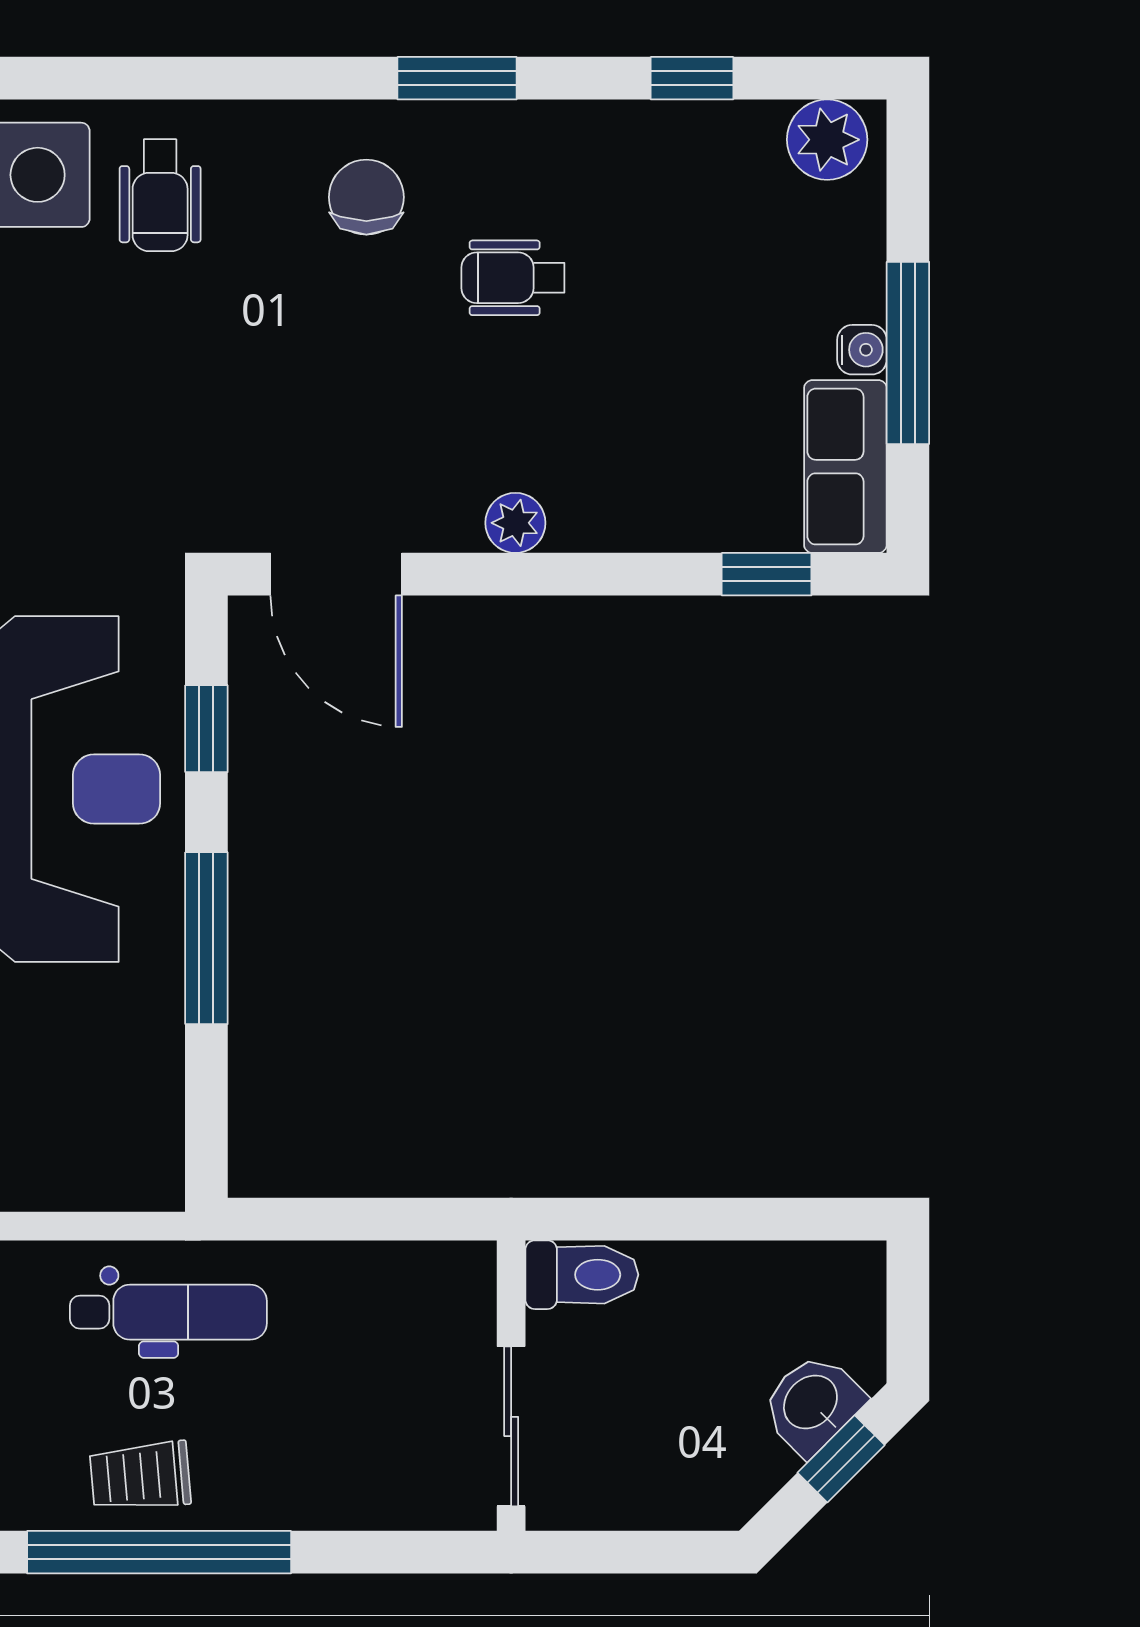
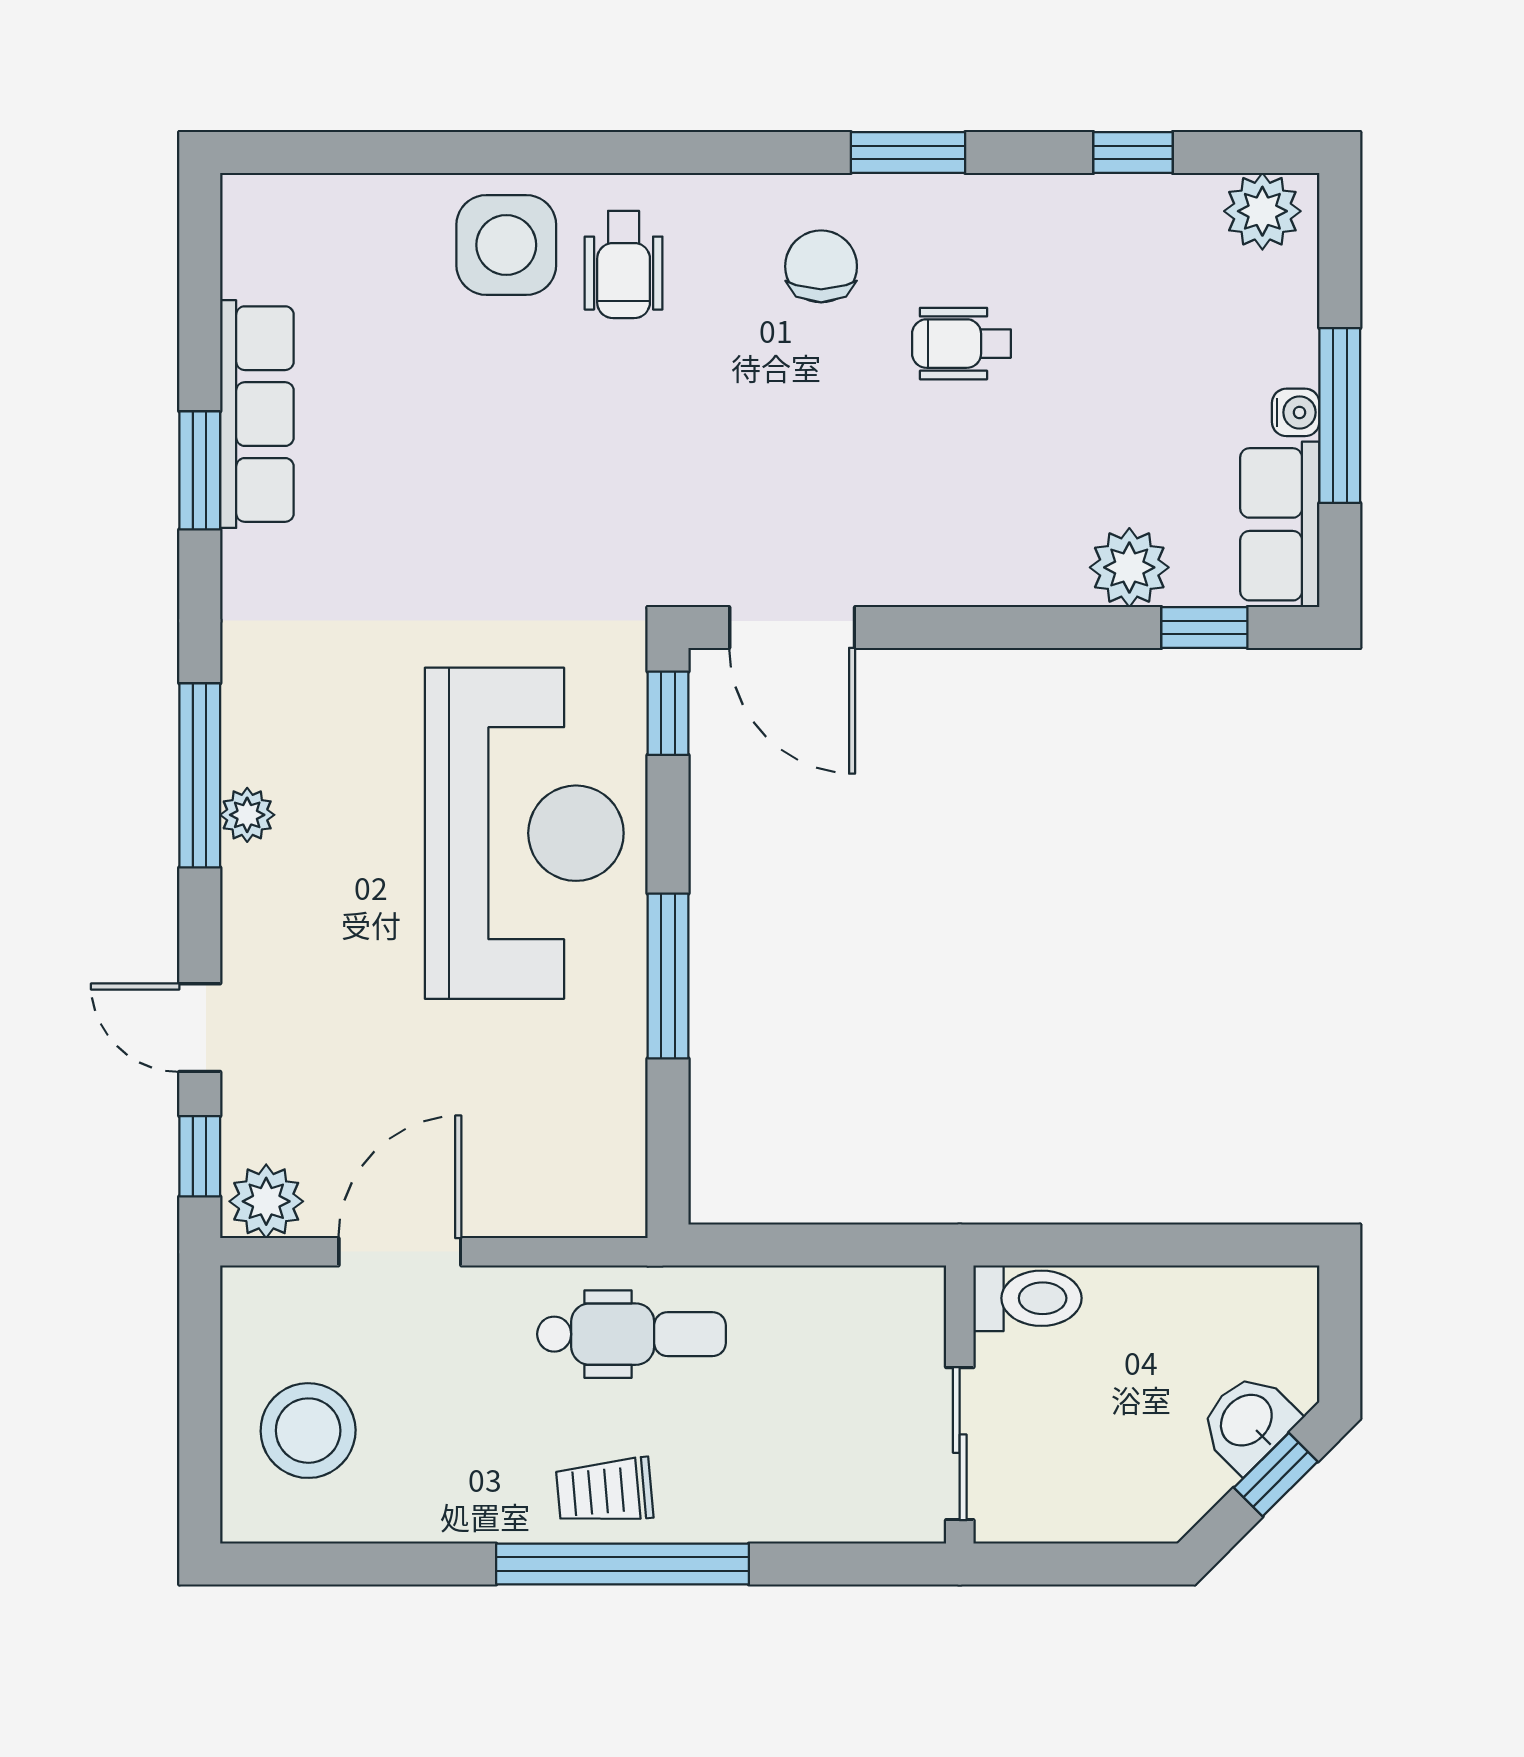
plant: (515, 523) -> (1129, 567), moved, width x1.38, depth x1.38
window: (206, 729) -> (668, 713), moved

